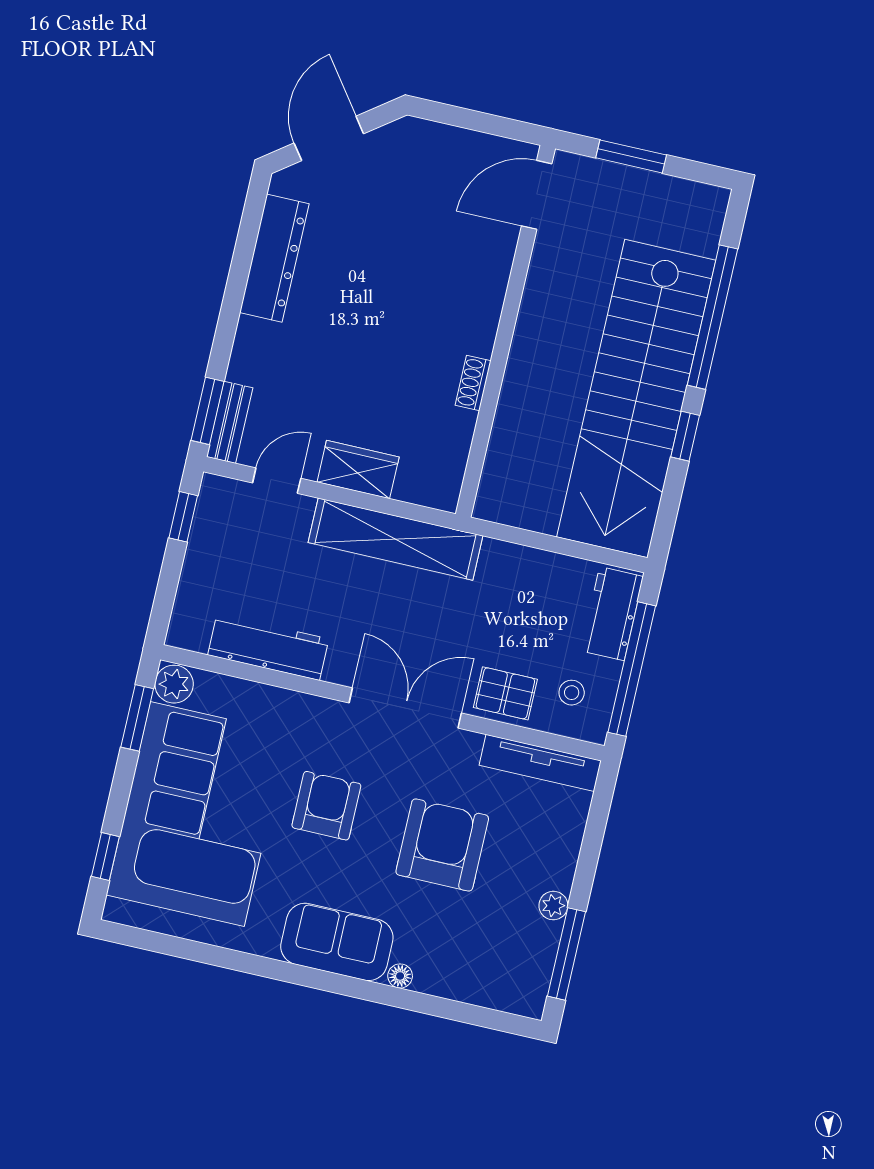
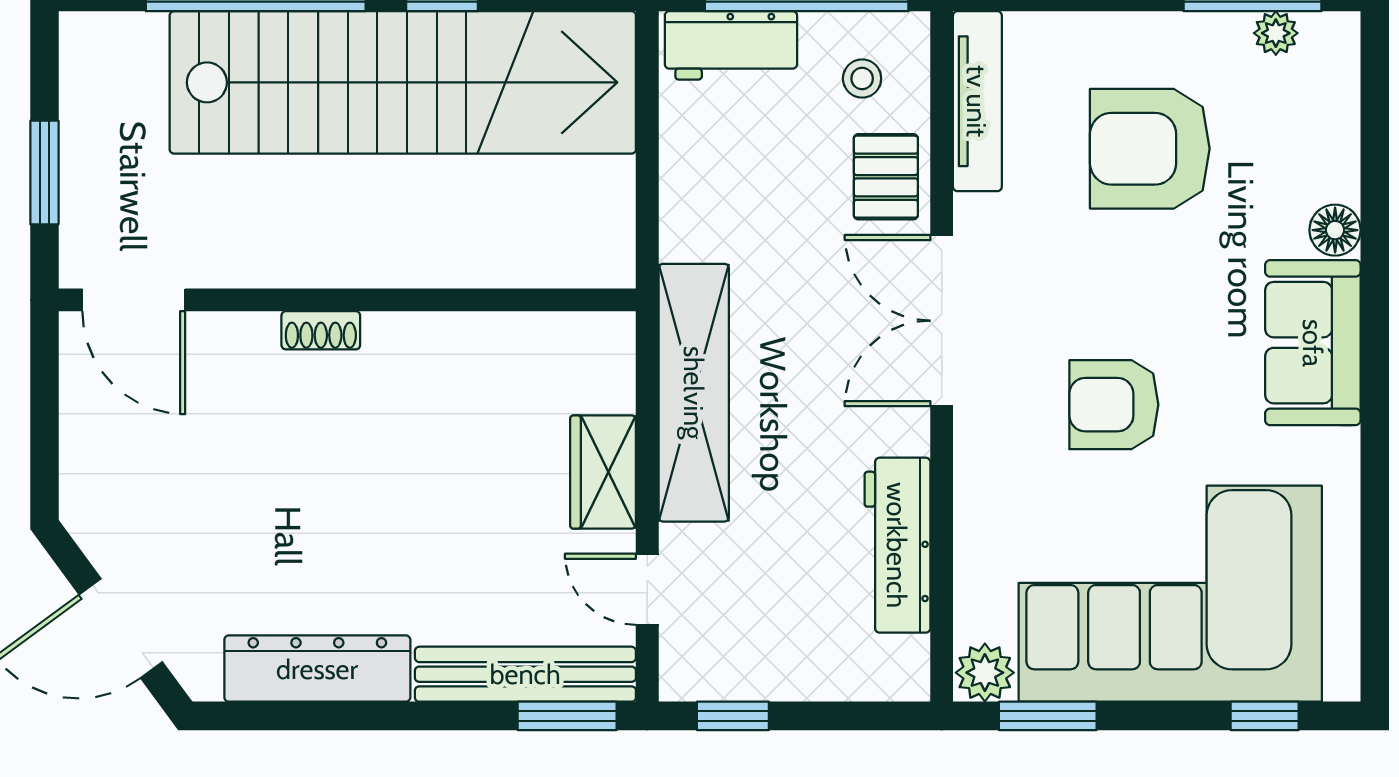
shoe rack: (473, 383) -> (321, 330), moved
bench: (230, 422) -> (525, 674), width x1.86, depth x1.21
armchair: (442, 845) -> (1150, 149), moved
plant: (553, 906) -> (1276, 33), moved
floor lamp: (400, 976) -> (1335, 230), width x1.37, depth x1.37

